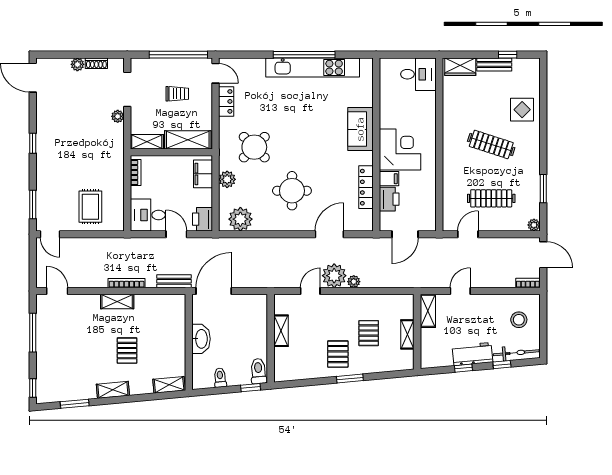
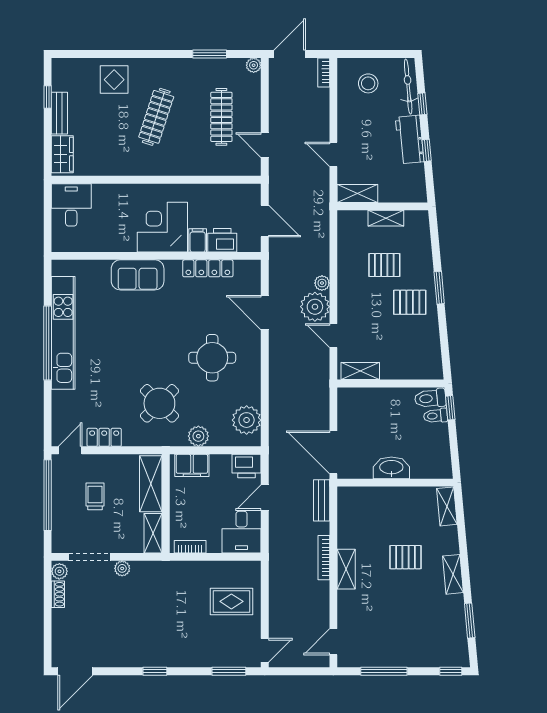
plant: (77, 64) -> (59, 571), moved
shelving: (281, 331) -> (360, 371), moved
toilet: (220, 378) -> (436, 416), moved

